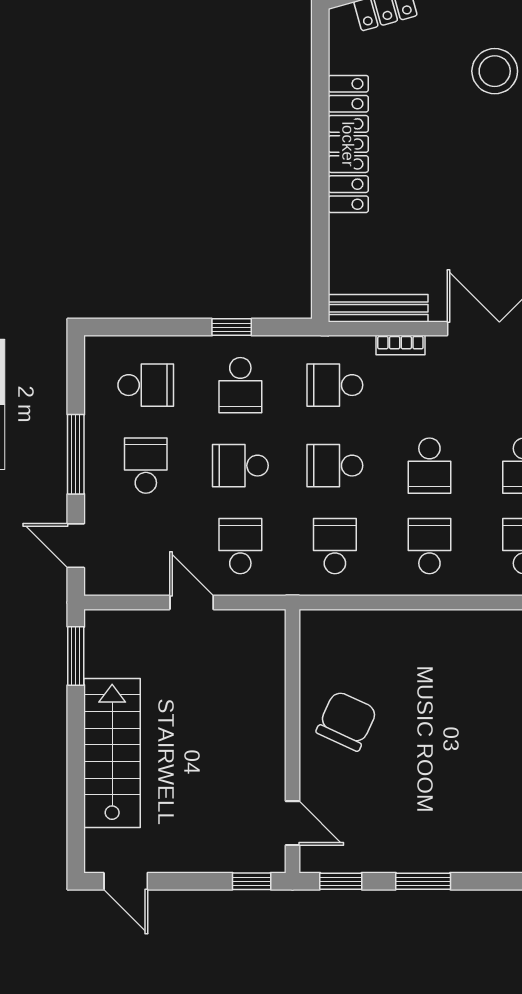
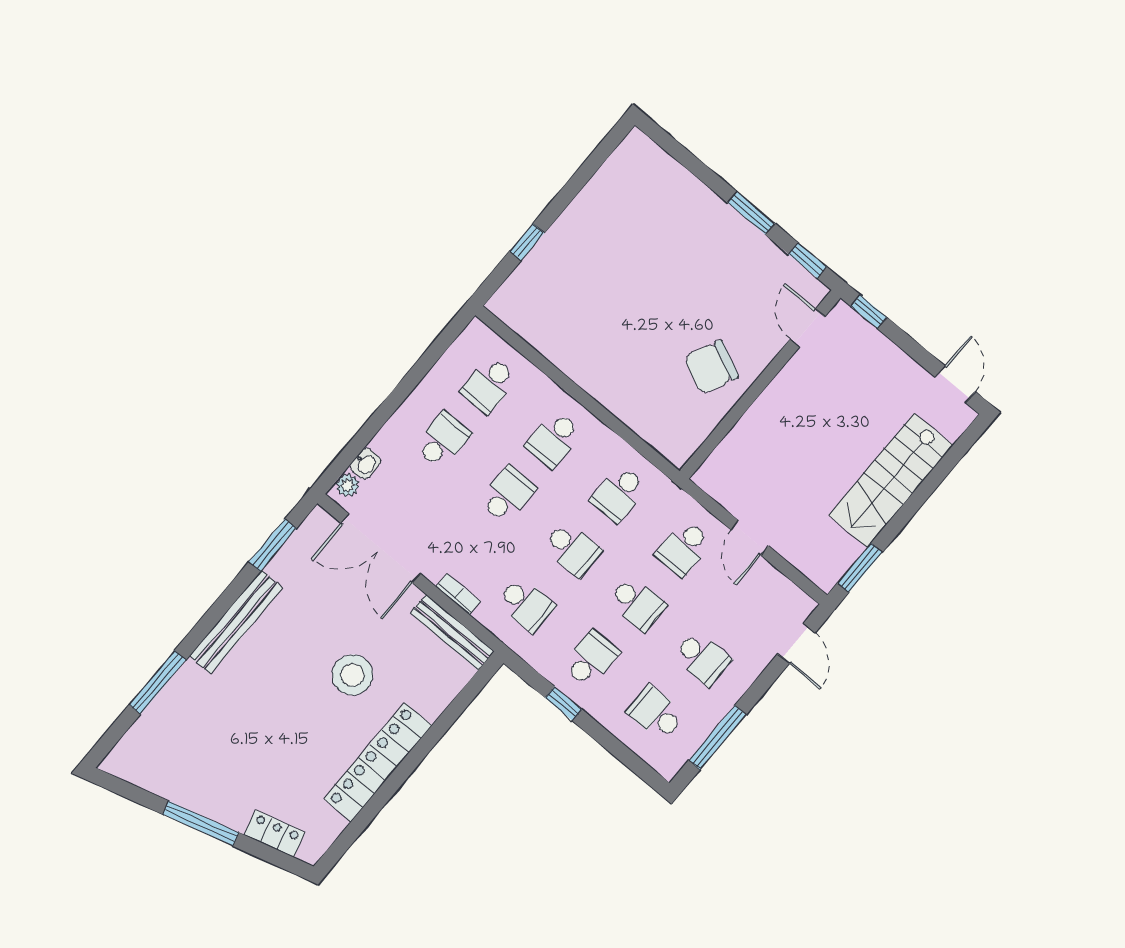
stool: (495, 71) -> (352, 675), moved
window: (76, 454) -> (717, 737), moved
school desk: (146, 466) -> (702, 658), turned -90

